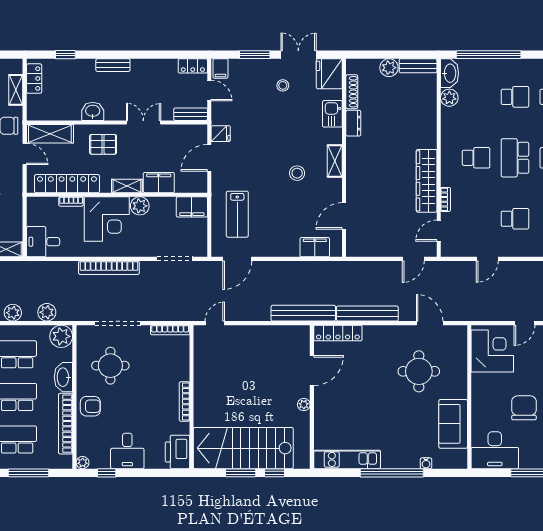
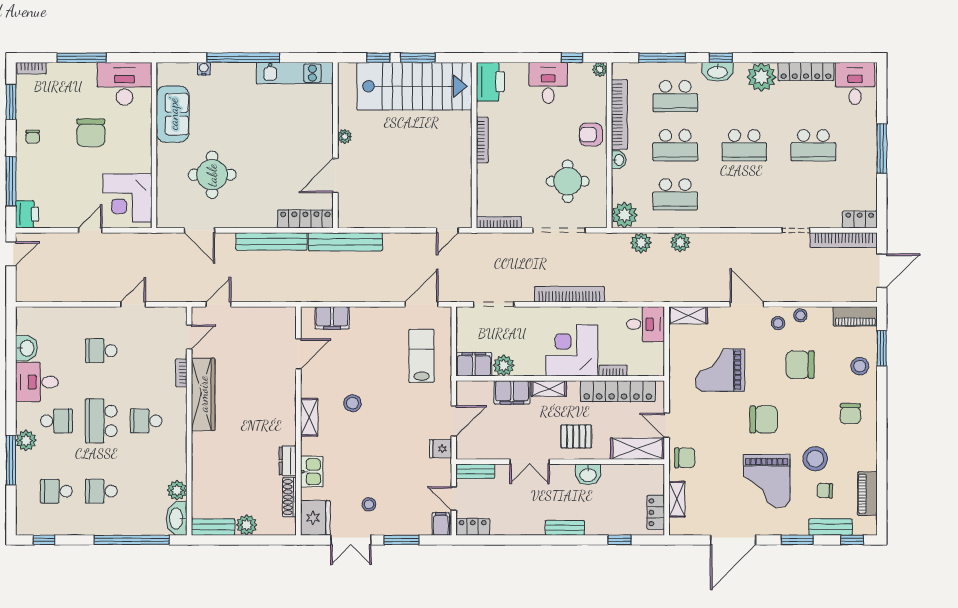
school desk: (515, 158) -> (101, 421), turned 180
plant: (140, 206) -> (504, 365), moved
washbasin: (63, 377) -> (619, 160), width x0.52, depth x0.69

